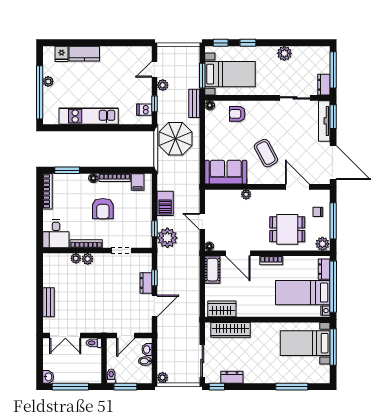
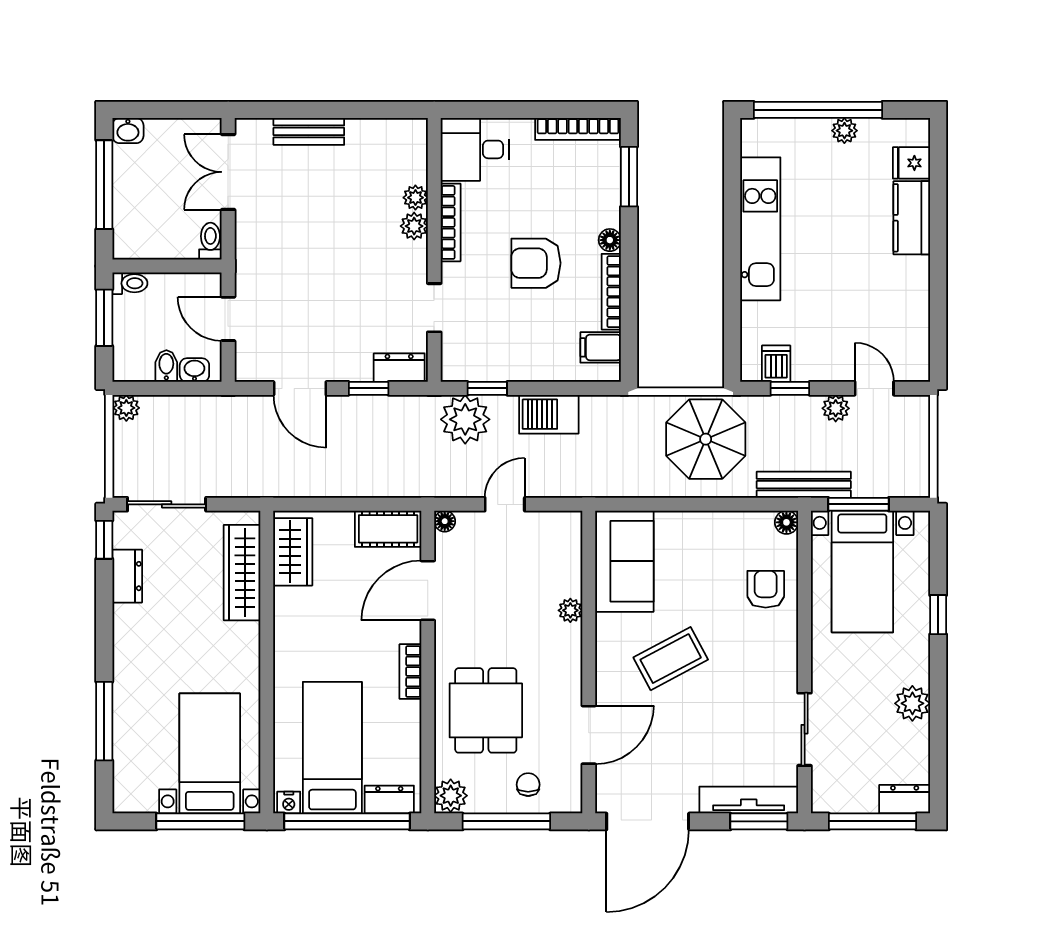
window: (221, 43) -> (938, 549), removed
dresser: (324, 85) -> (905, 799), moved
bench: (194, 103) -> (804, 485), width x1.36
dresser: (146, 283) -> (399, 368), moved

